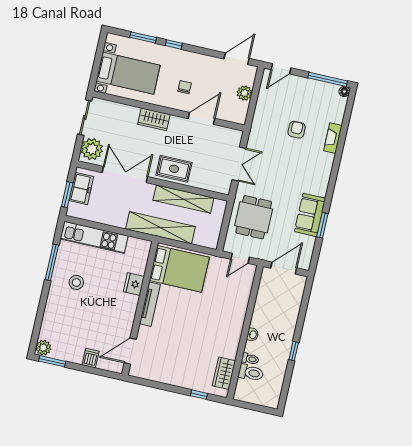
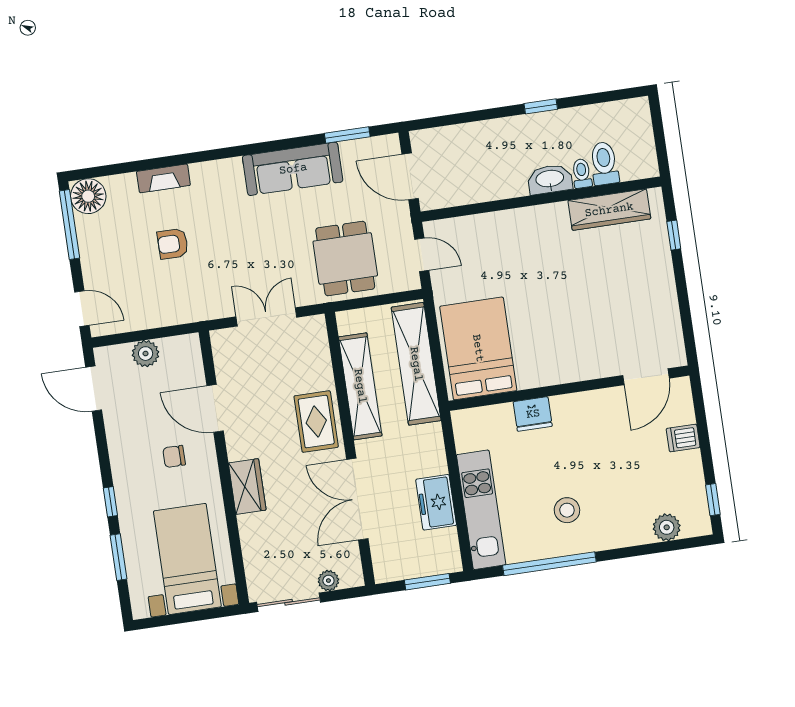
floor lamp: (344, 91) -> (88, 196), width x1.89, depth x1.89
plant: (92, 149) -> (328, 581), width x0.53, depth x0.53
freezer: (81, 189) -> (436, 502), moved, turned -90
sofa: (310, 215) -> (293, 169), width x1.36
dining table: (254, 217) -> (345, 258), turned 90
window: (322, 225) -> (347, 135), moved
shelving: (161, 228) -> (416, 364), moved
window: (52, 262) -> (549, 564), width x1.46
tv unit: (150, 304) -> (556, 374), removed
washbasin: (253, 335) -> (550, 179), width x1.91, depth x1.45
plant: (43, 348) -> (667, 527), moved
door: (130, 351) -> (646, 377), hinge flipped
window: (52, 361) -> (713, 500), width x0.67
wardrobe: (224, 373) -> (609, 210), width x1.50

